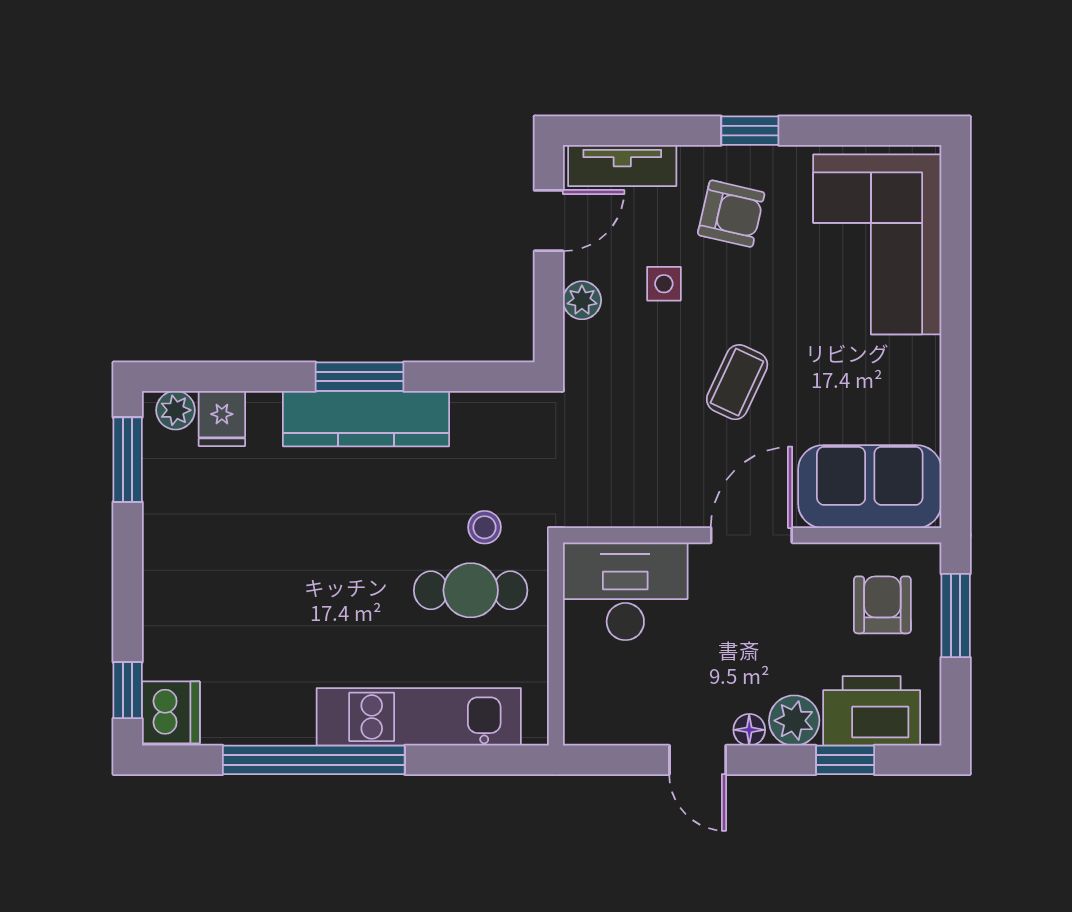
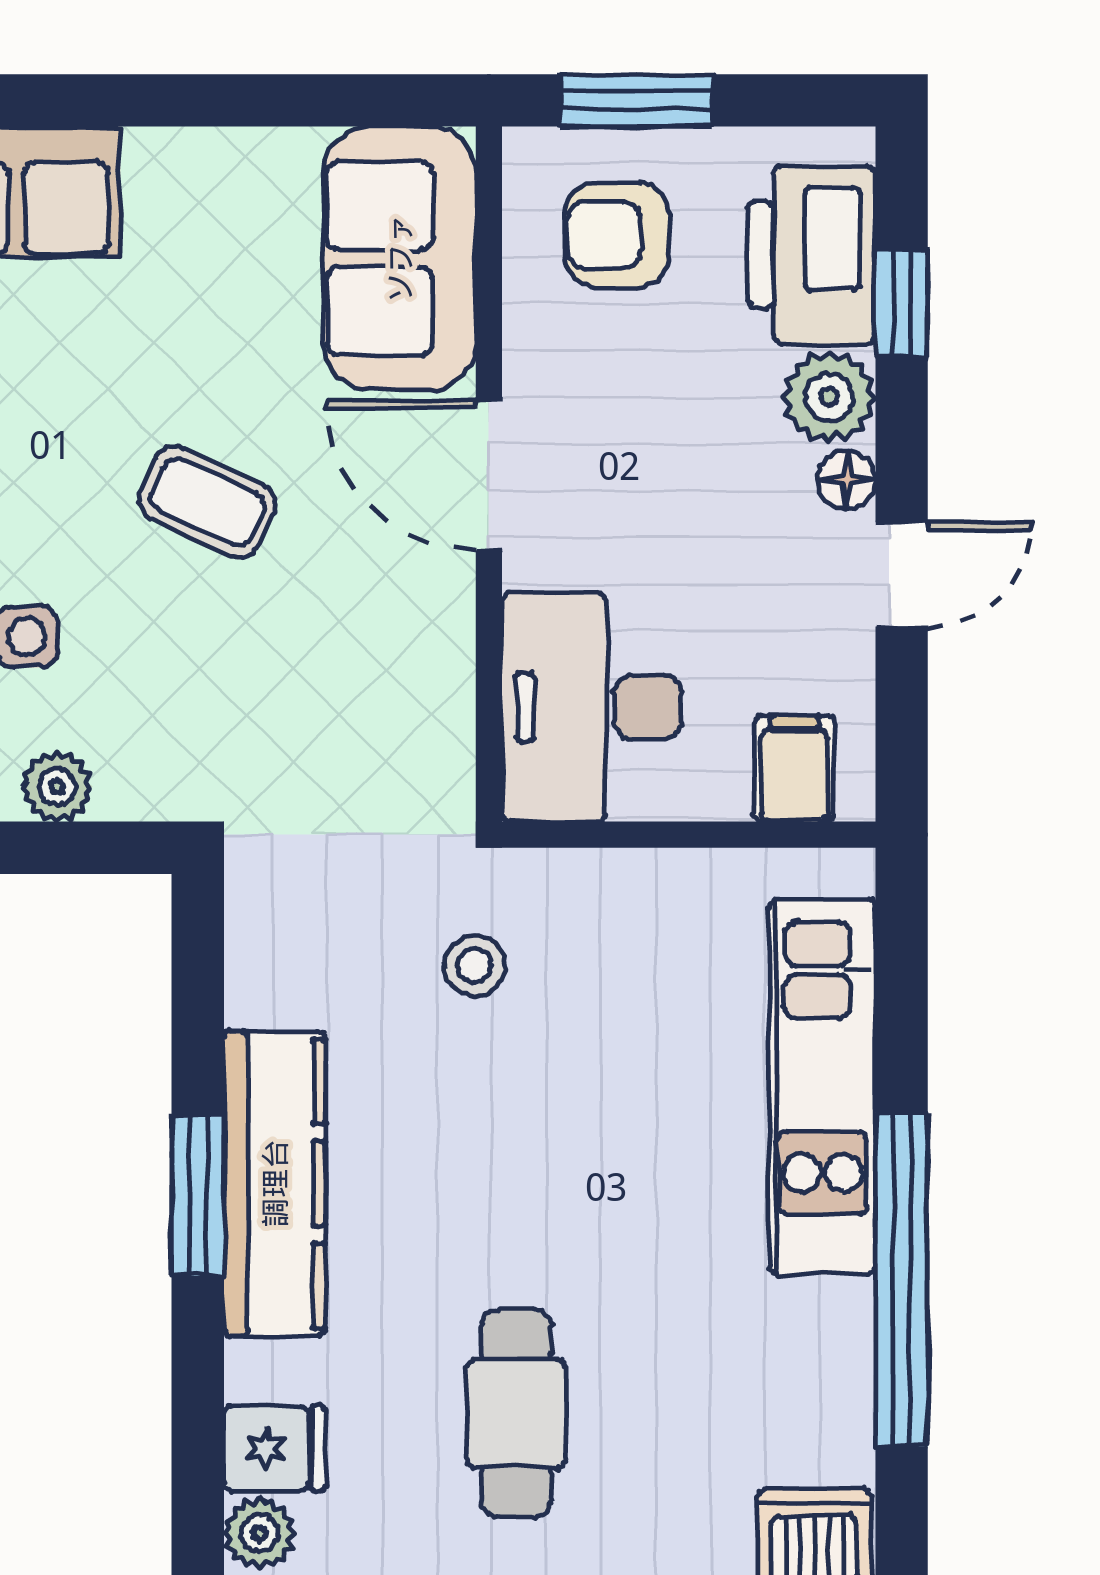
cafe table: (471, 590) -> (516, 1413), moved
filing cabinet: (592, 702) -> (794, 768), added

